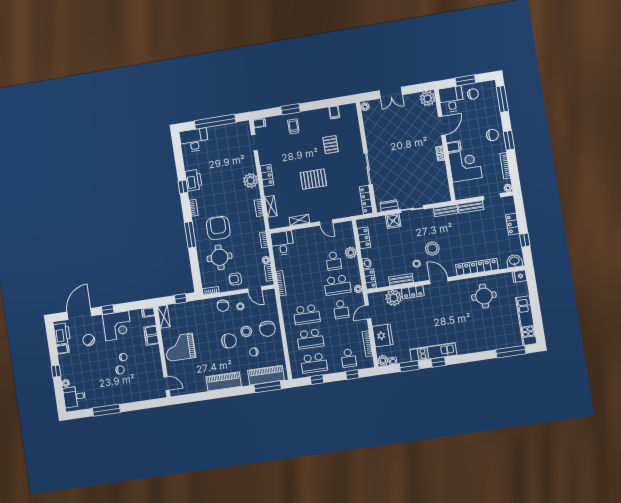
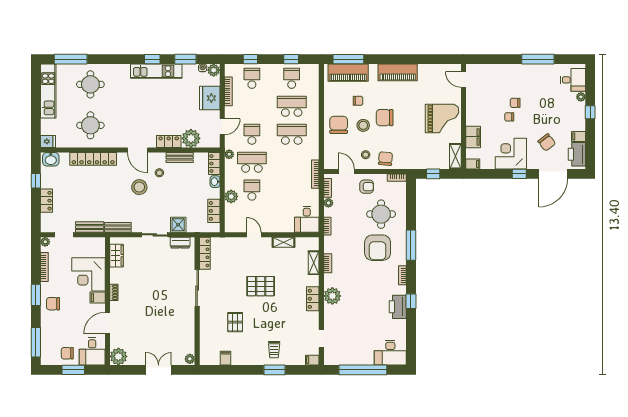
wardrobe: (443, 186) -> (117, 256), added
round table: (490, 332) -> (90, 84), added
school desk: (314, 363) -> (292, 78), width x0.54

